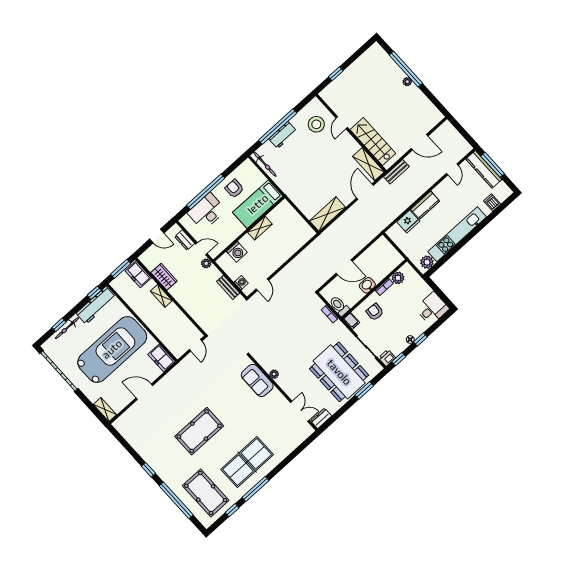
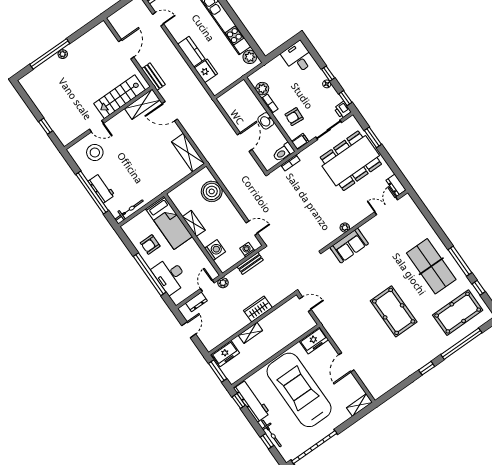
boiler: (293, 242) -> (212, 191), added
wardrobe: (164, 277) -> (258, 309), moved

